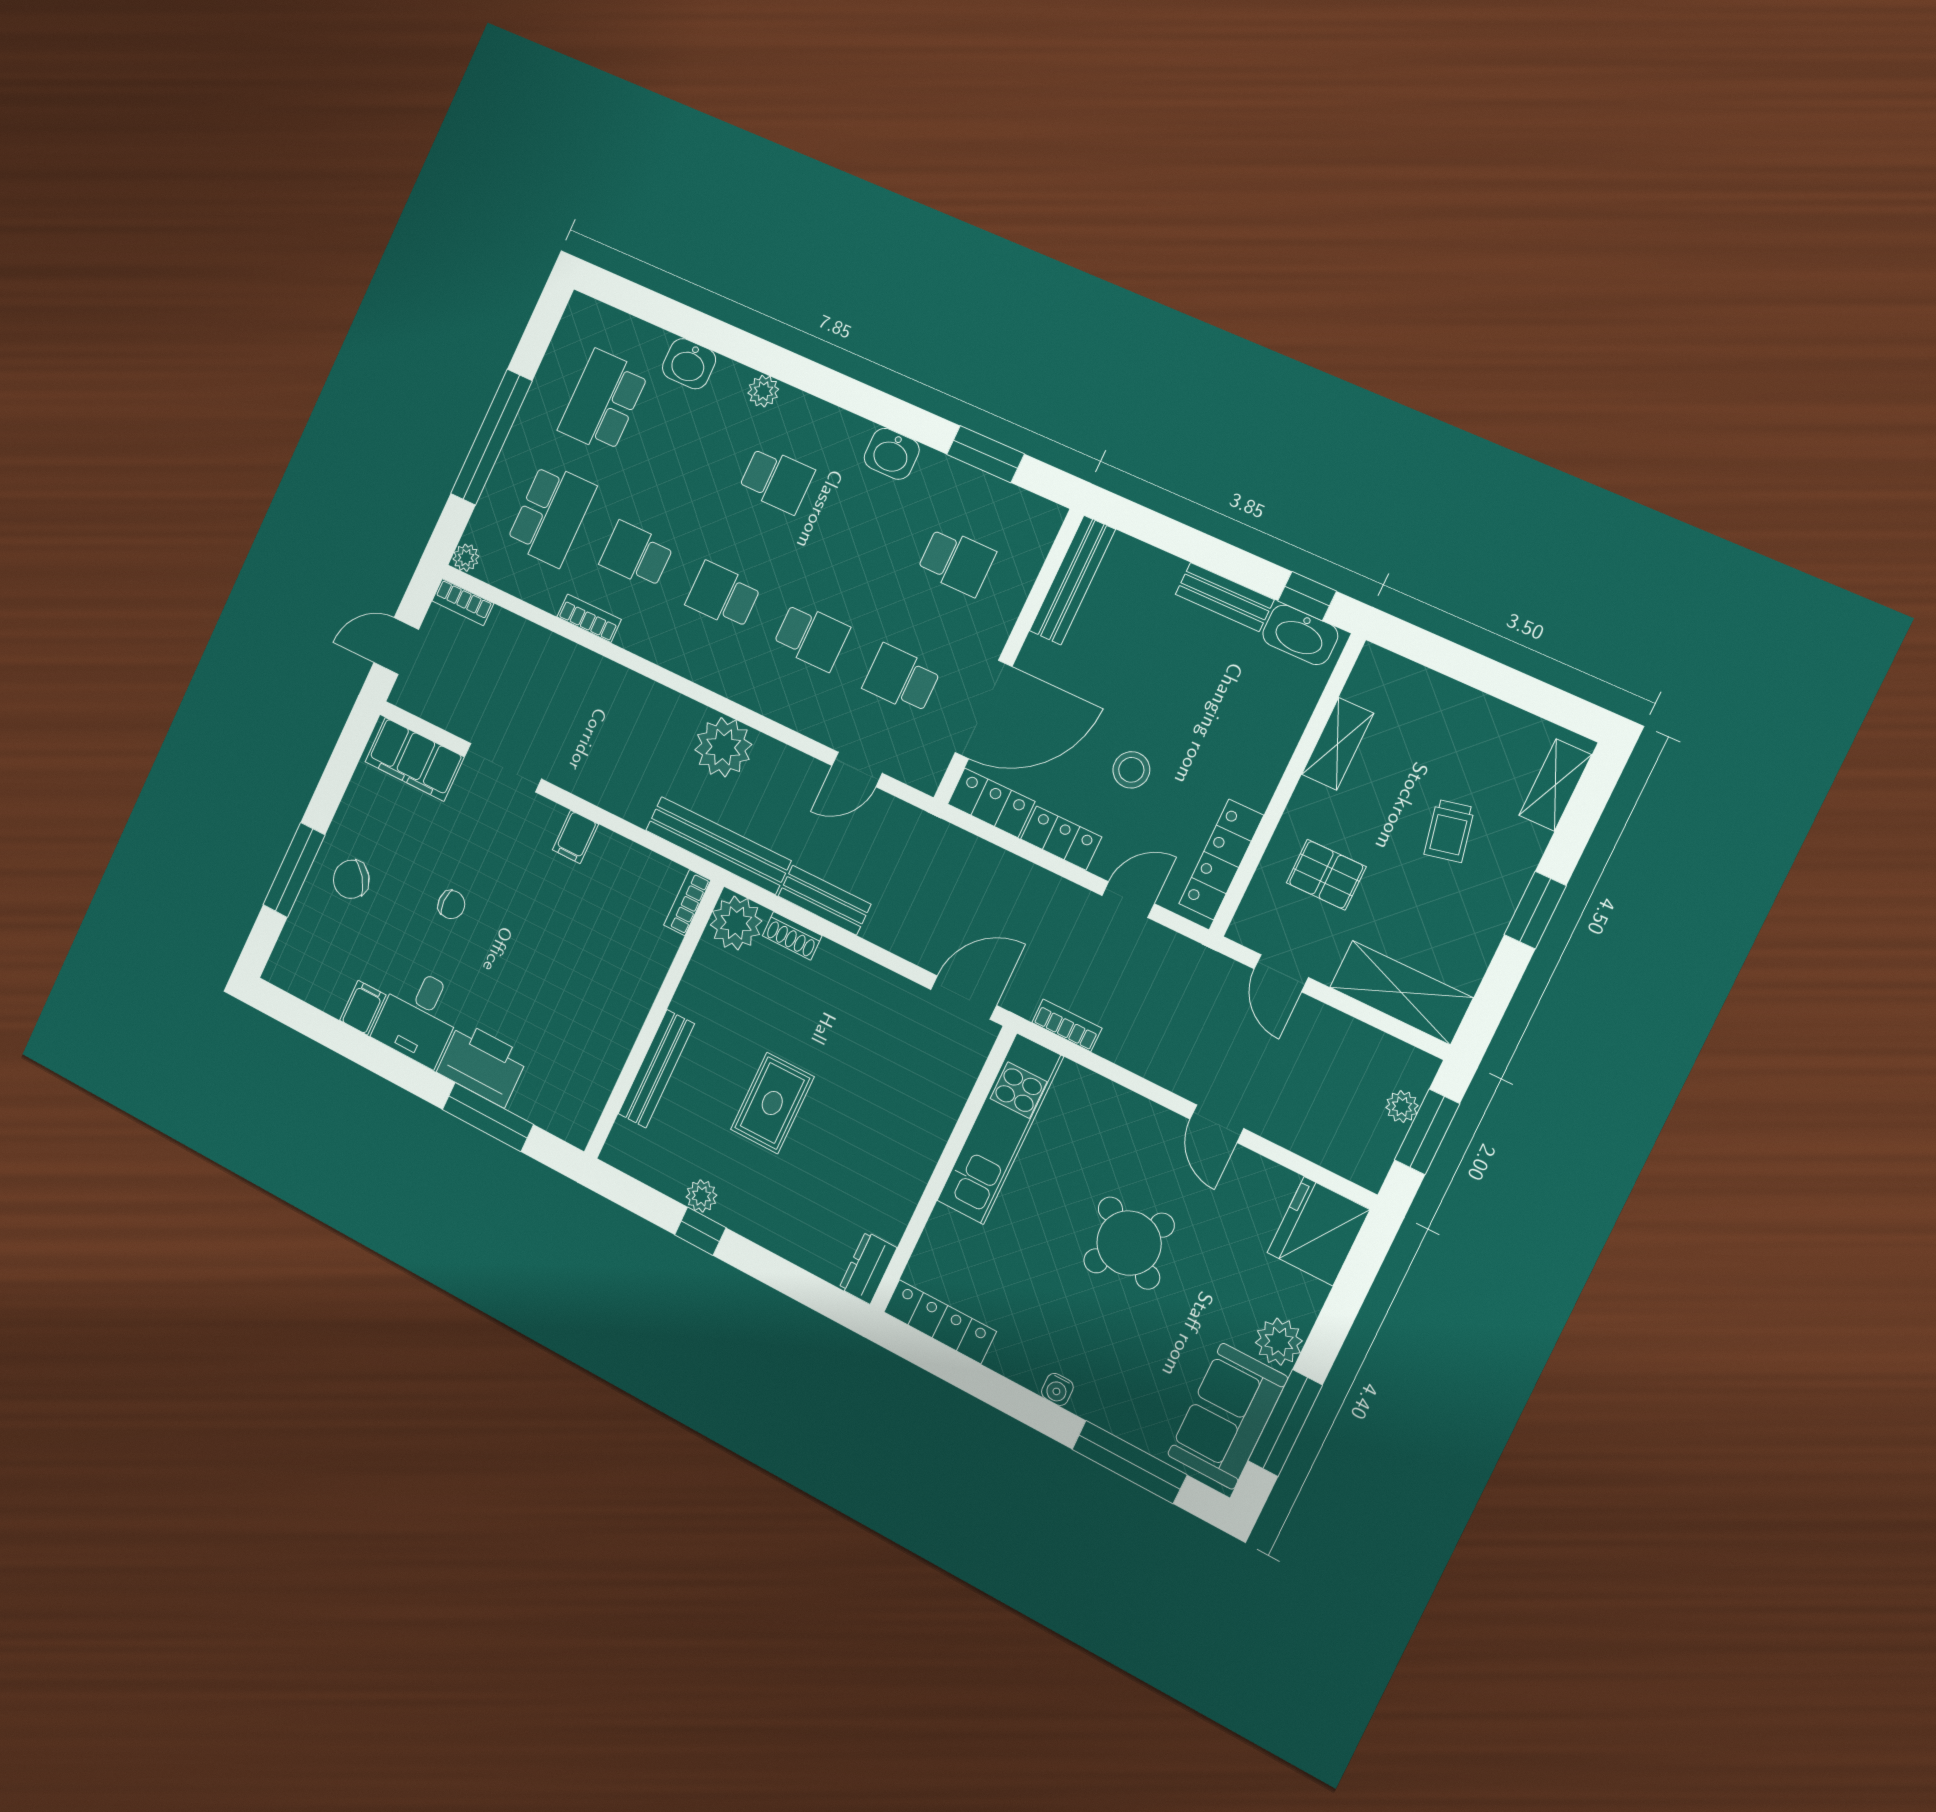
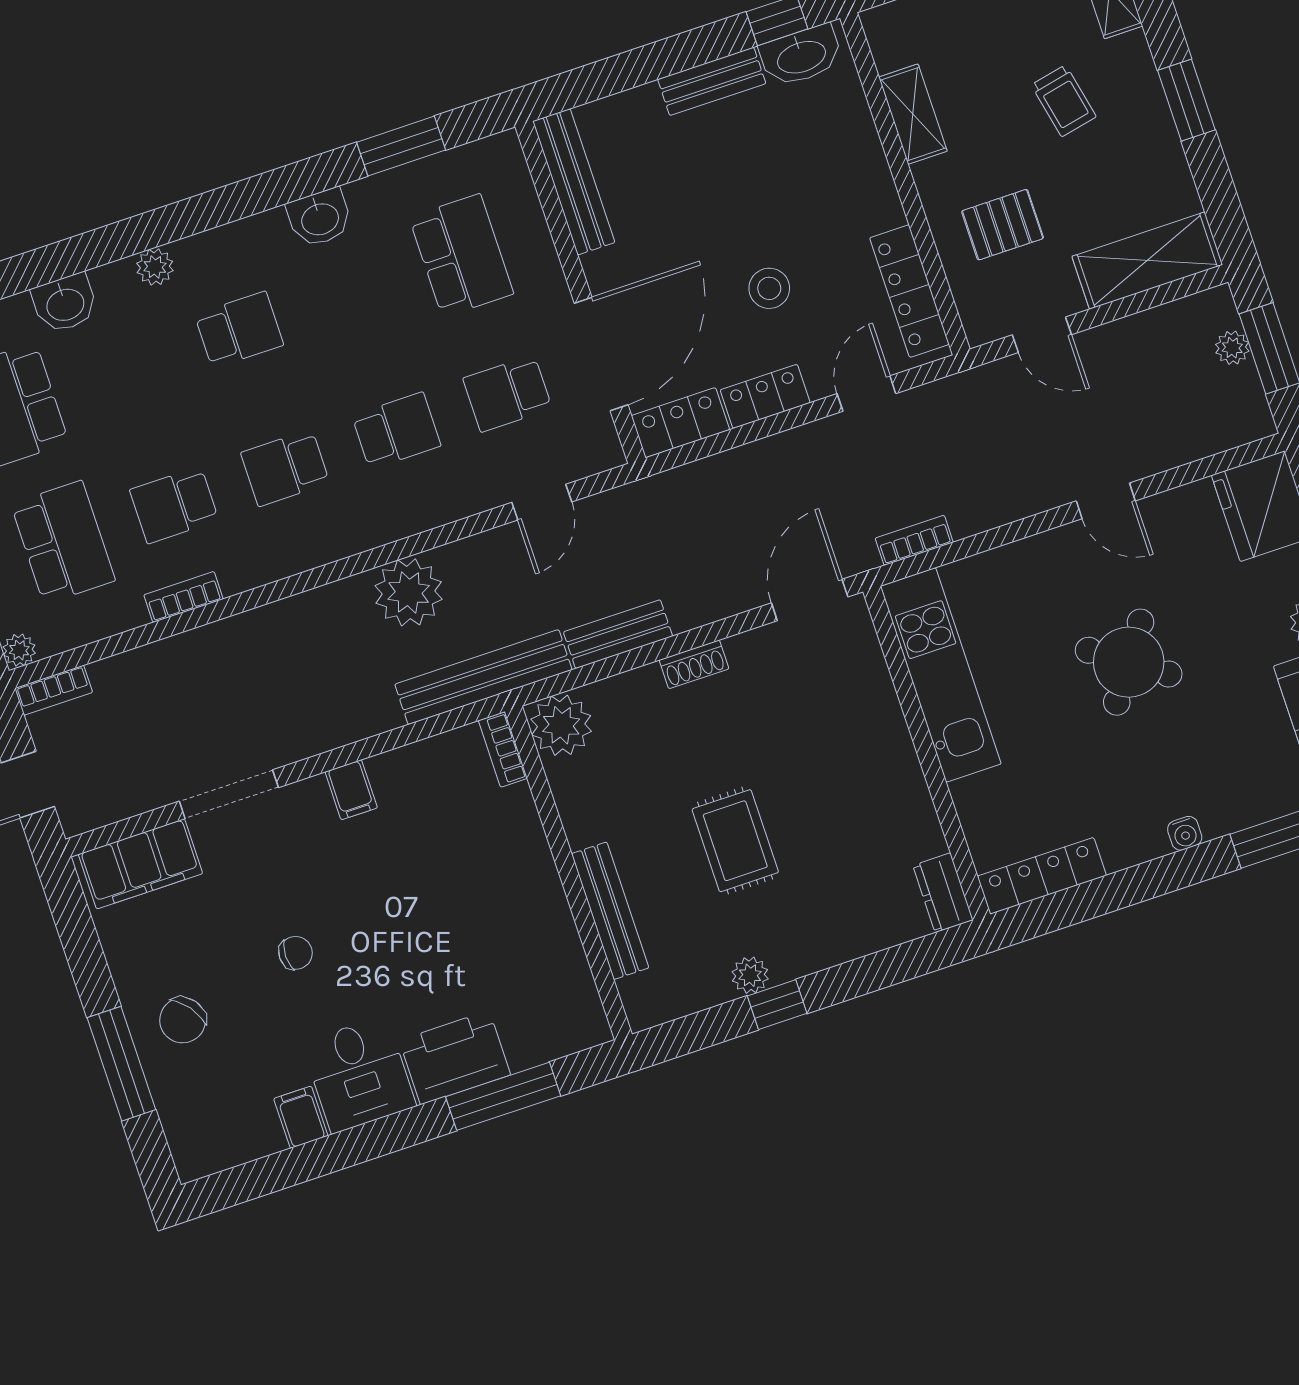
school desk: (956, 561) -> (461, 255), width x1.85
shoe rack: (792, 936) -> (694, 664), moved

